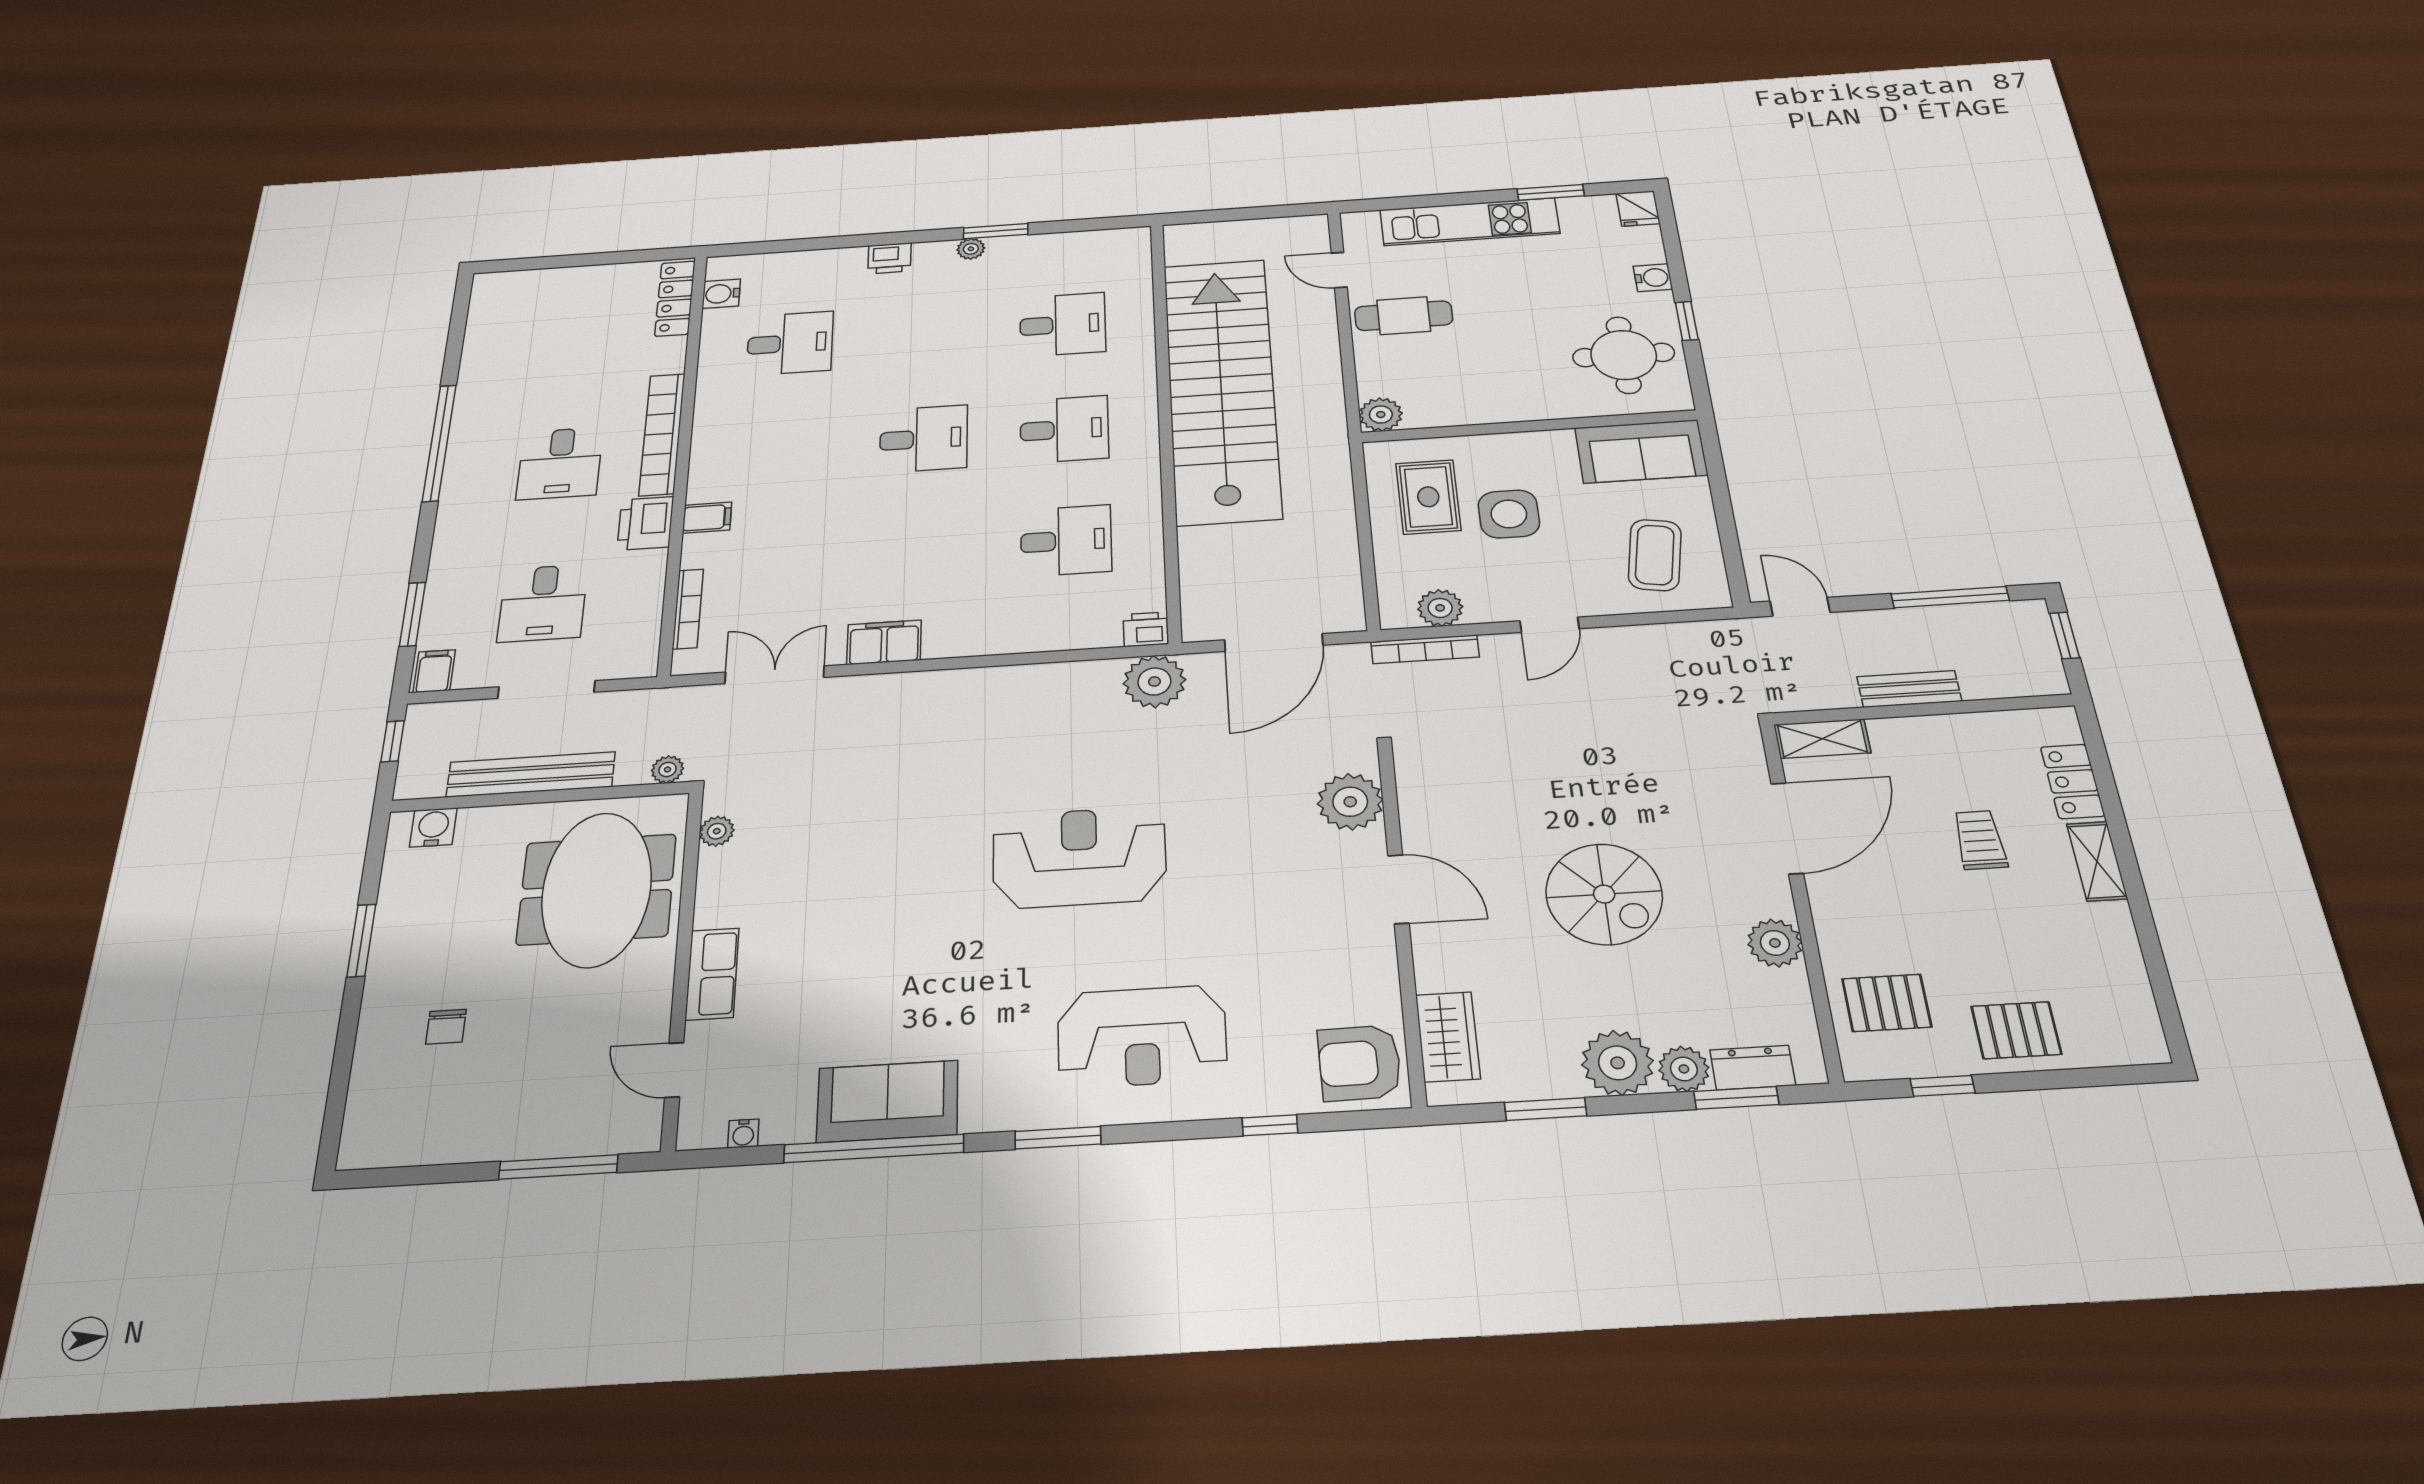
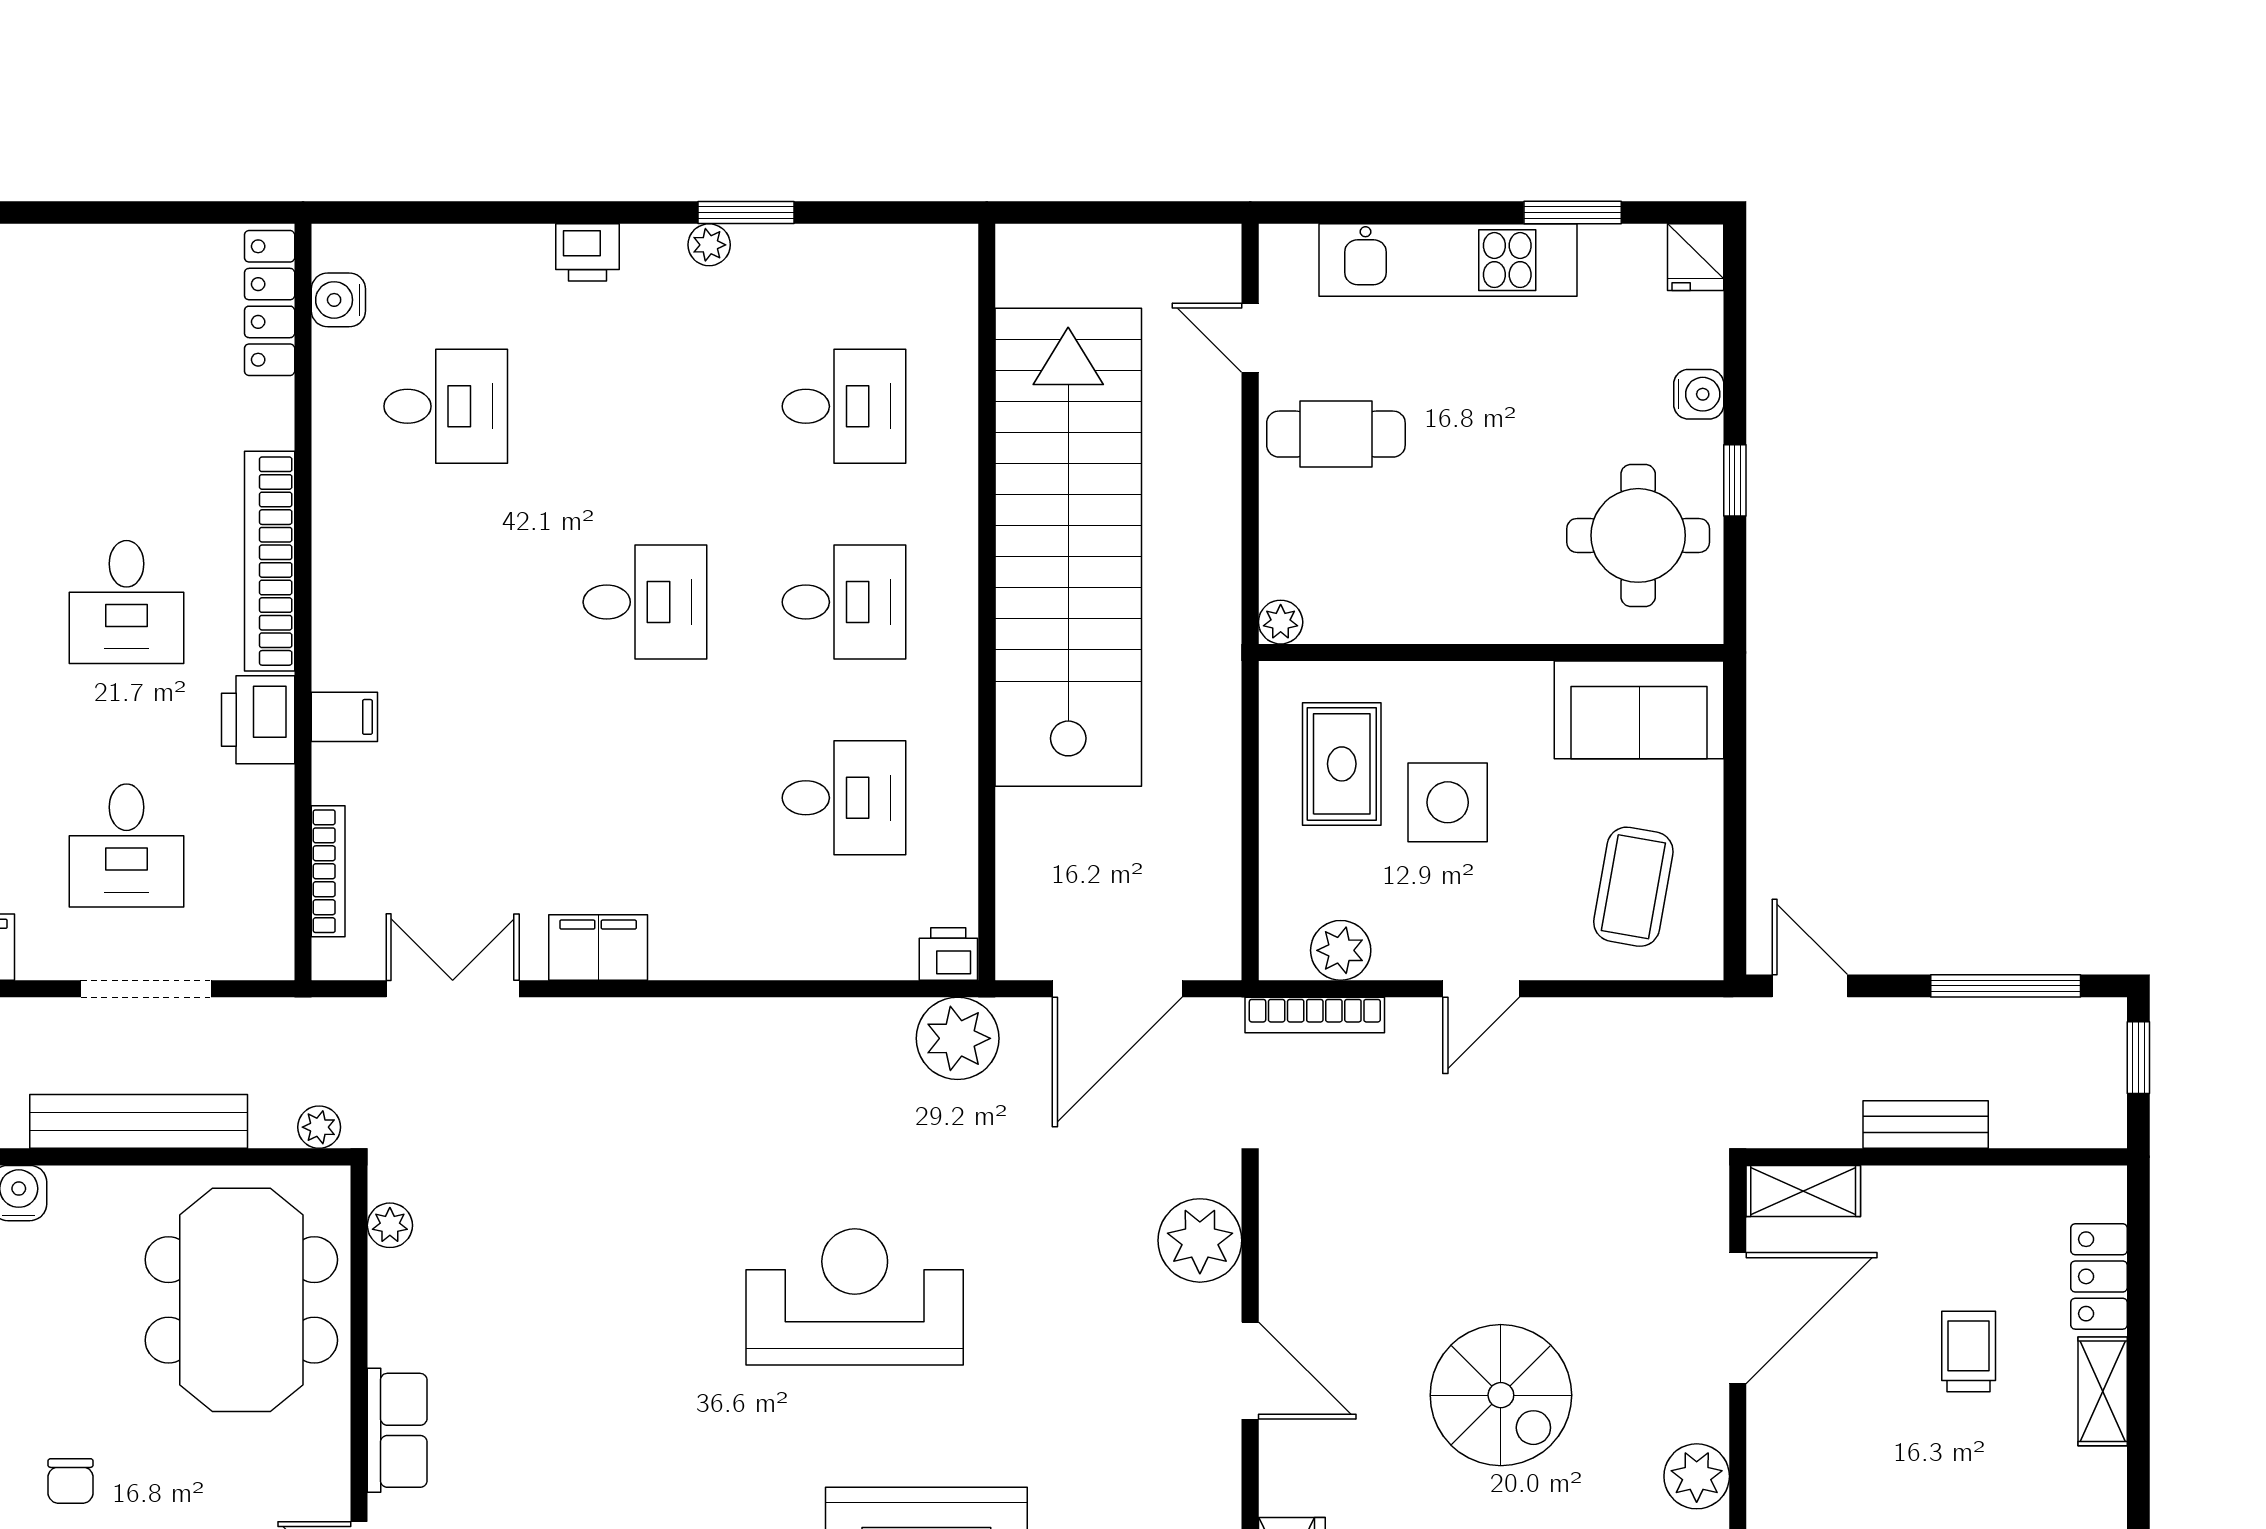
plant: (1381, 415) -> (1281, 622), width x0.73, depth x0.73

